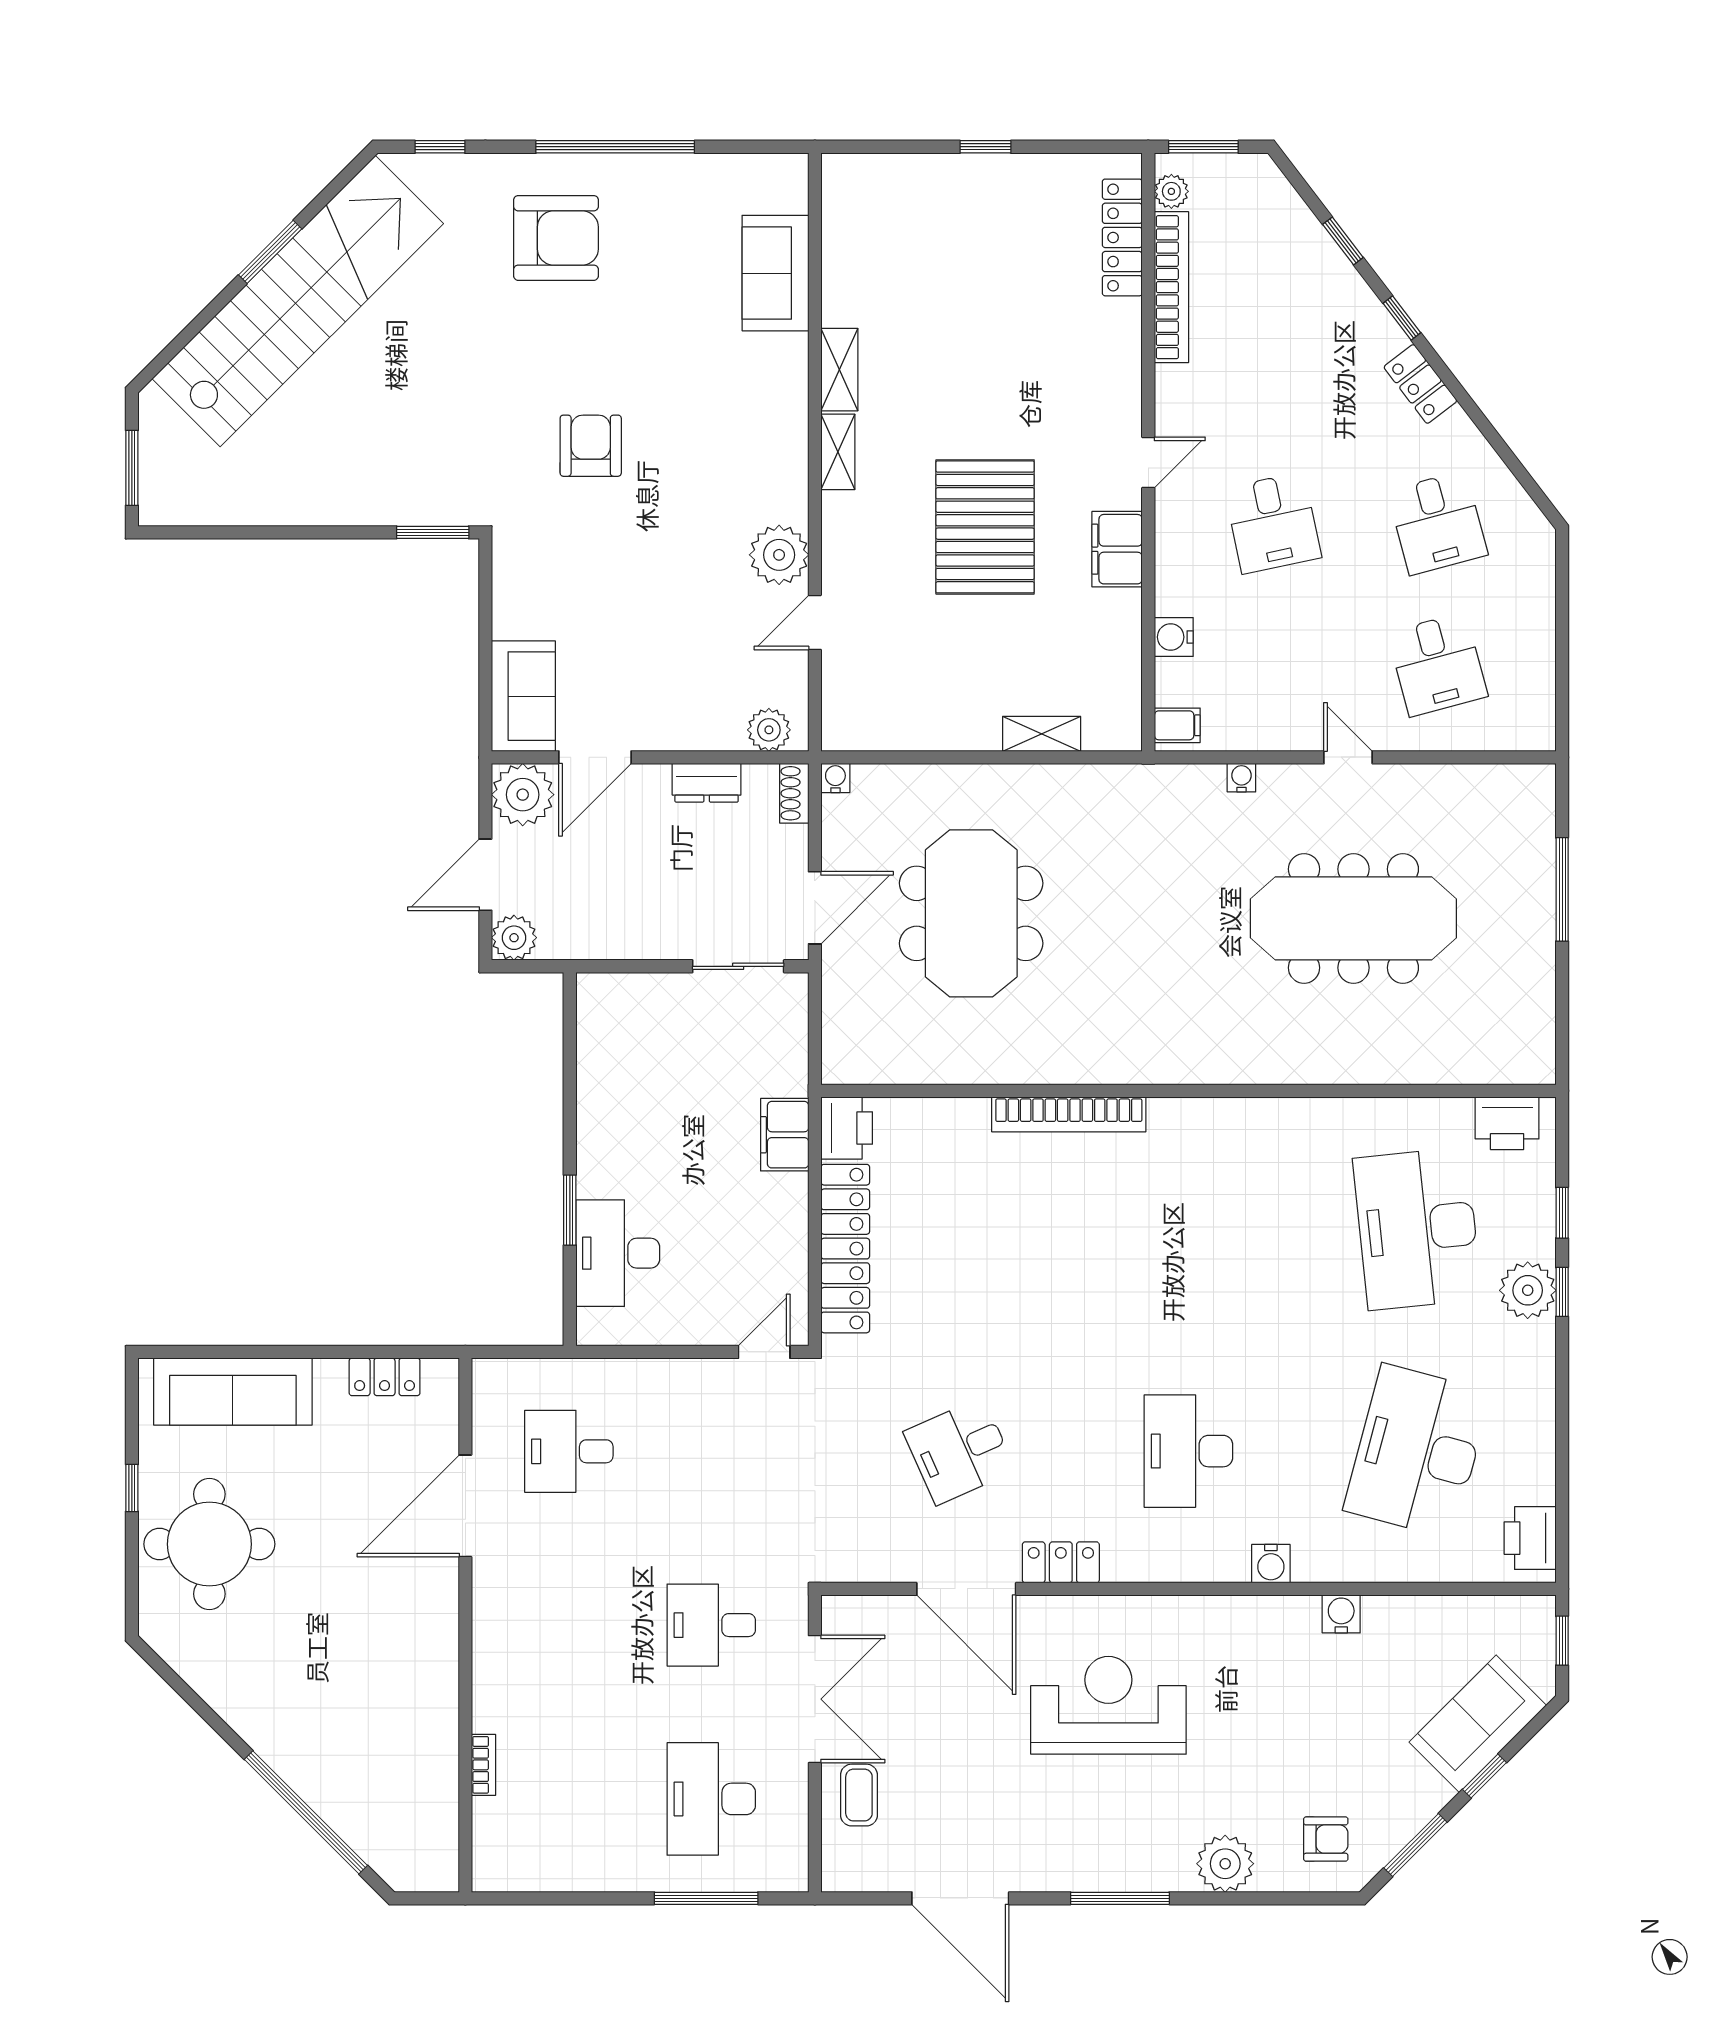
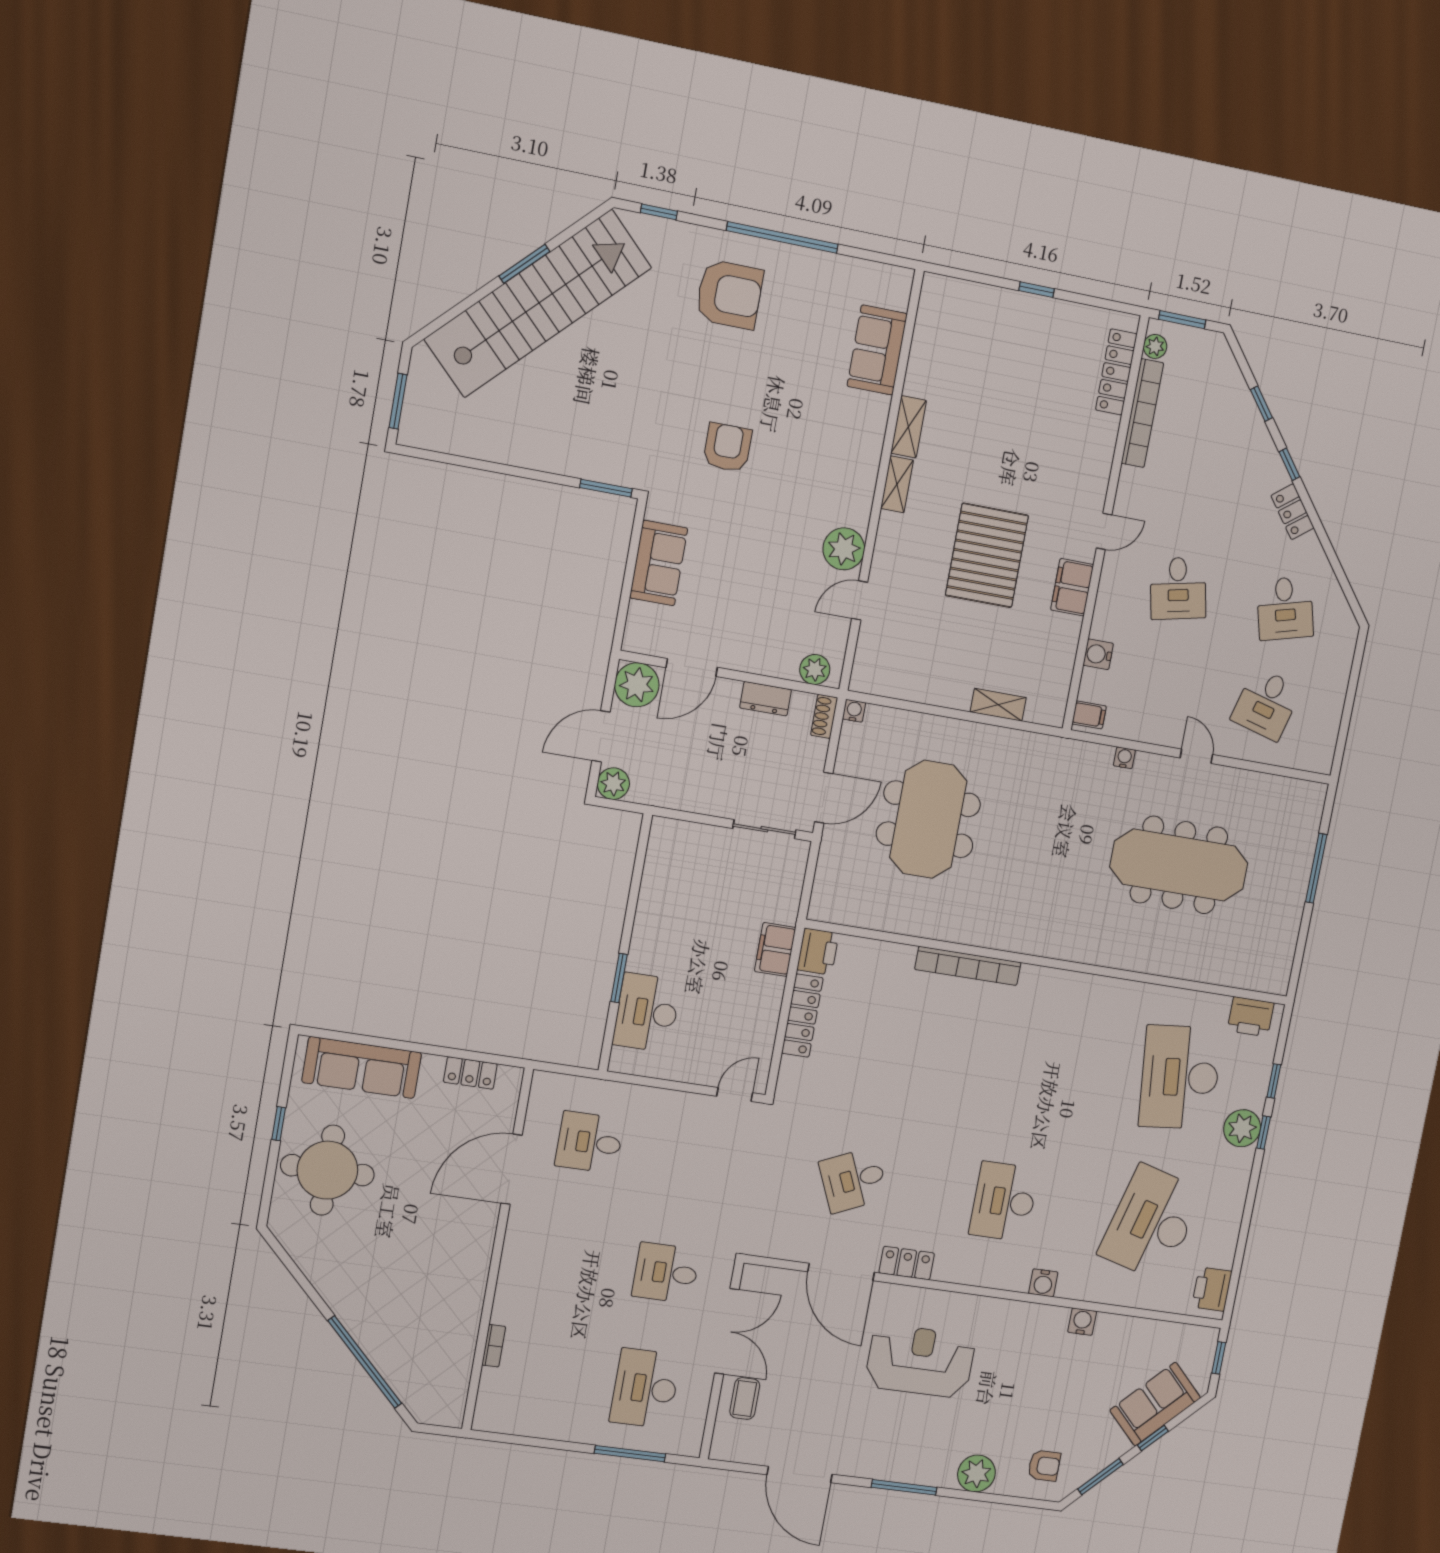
desk: (1437, 664) -> (1266, 704), turned 30
sofa: (523, 696) -> (659, 563), moved
locker: (845, 1249) -> (802, 1016), width x0.71, depth x0.83

